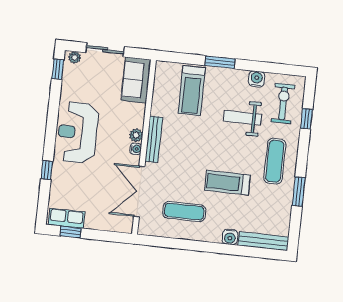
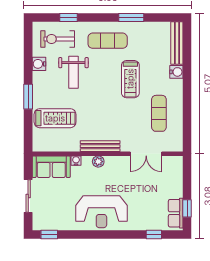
plant: (75, 57) -> (38, 221), removed
water cooler: (136, 149) -> (76, 161), moved
window: (47, 170) -> (154, 235), moved
double door: (139, 192) -> (146, 154), width x0.73

